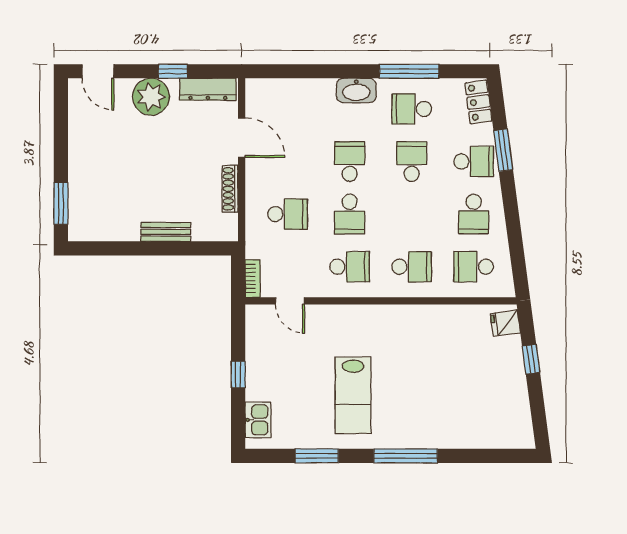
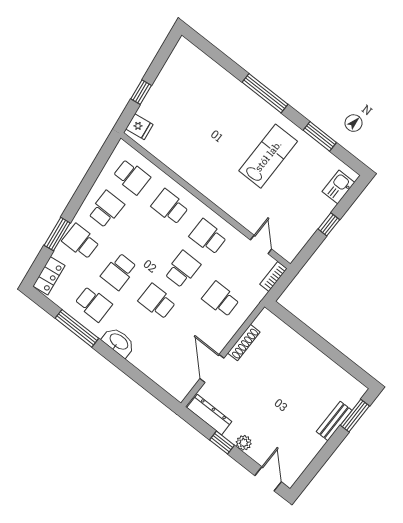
plant: (151, 97) -> (244, 443), width x0.53, depth x0.53
school desk: (350, 161) -> (157, 302), turned 90
bench: (166, 232) -> (334, 421), moved, turned 90

